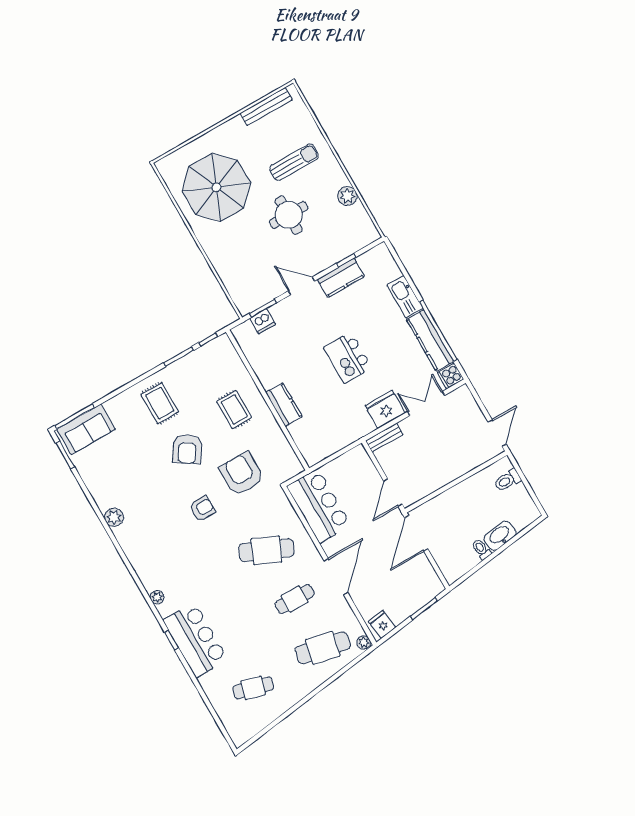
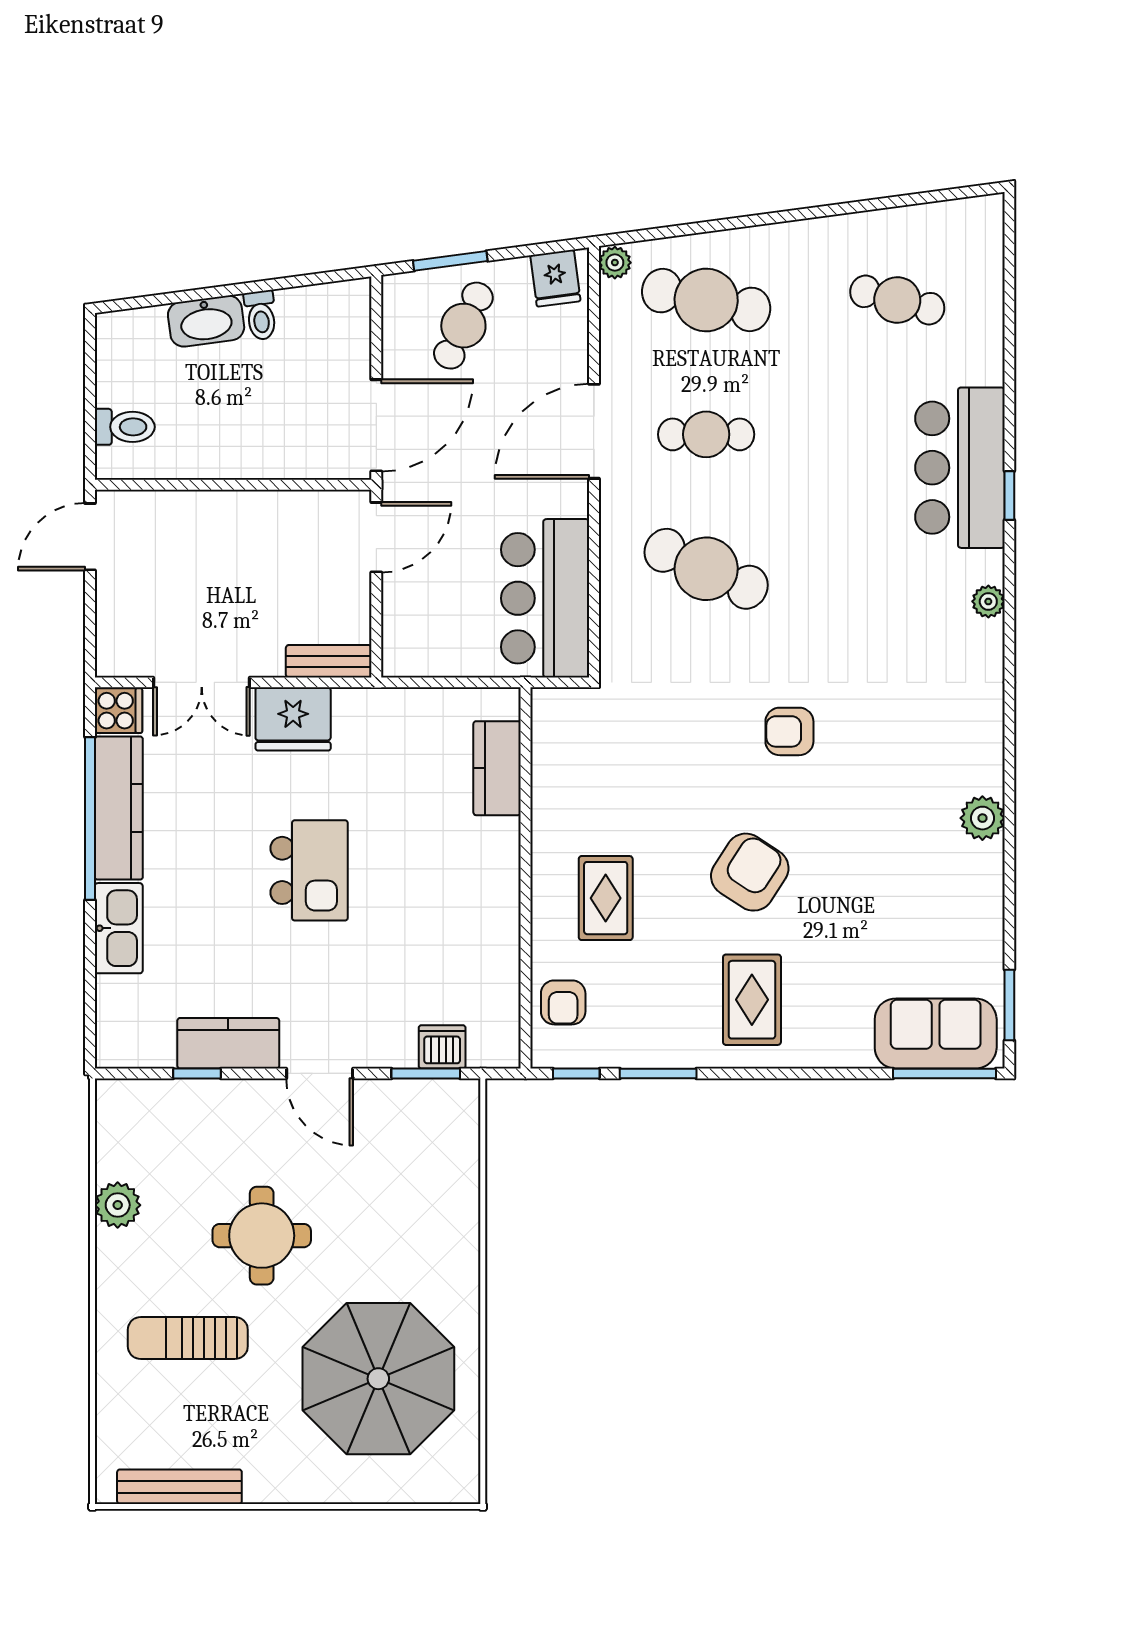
kitchen counter: (284, 405) -> (497, 768), moved
armchair: (242, 474) -> (563, 1002), moved, width x0.53, depth x0.53
cafe table: (406, 588) -> (463, 326), added

